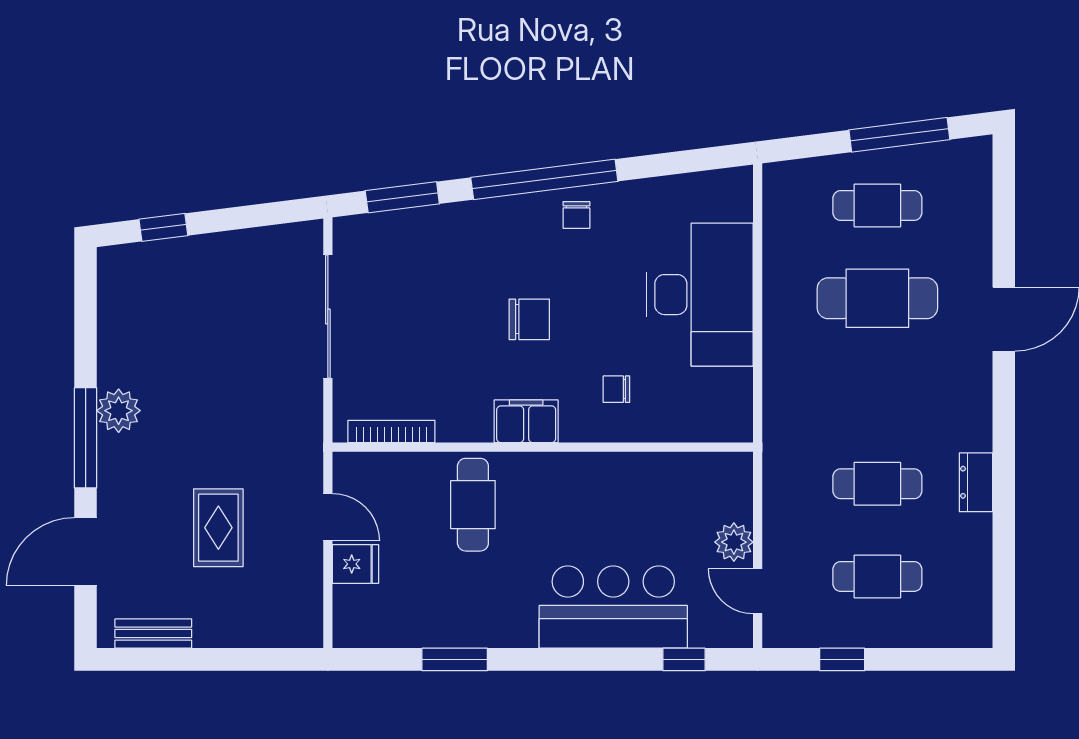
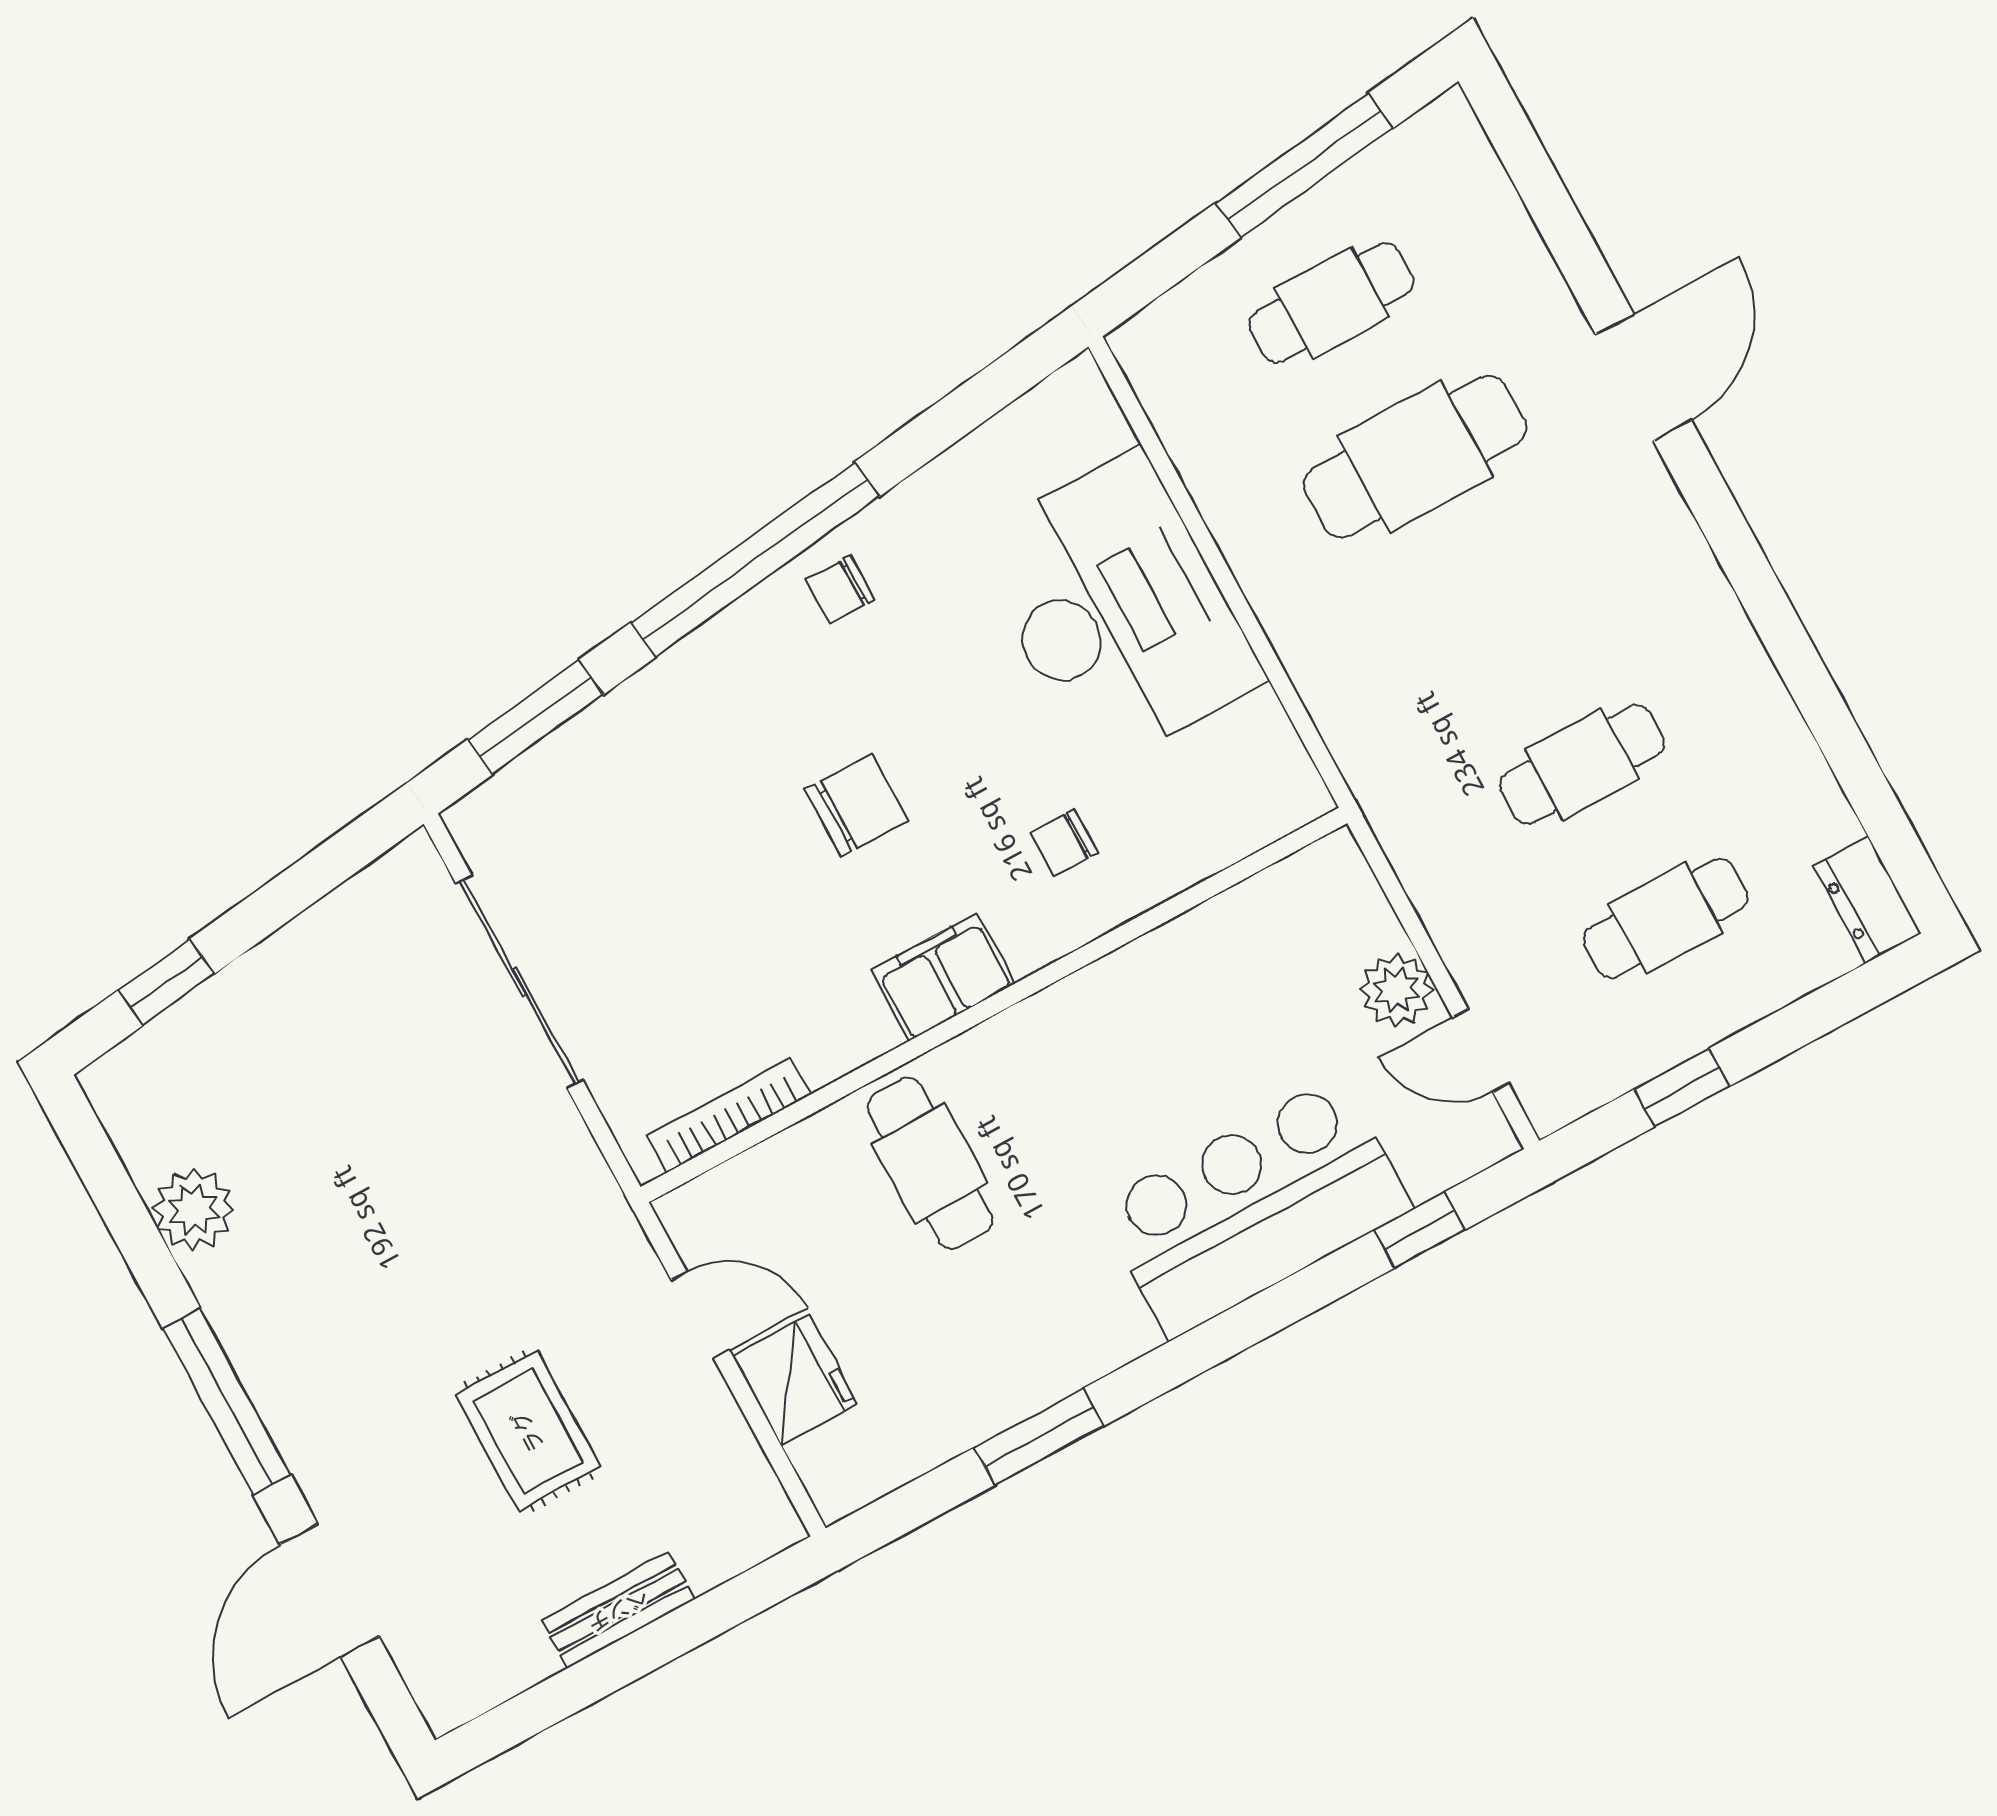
chair: (576, 215) -> (840, 589), turned 90
plant: (119, 411) -> (193, 1209), moved
dresser: (976, 482) -> (1867, 899), moved
fridge: (355, 564) -> (795, 1380), width x1.38
bench: (153, 634) -> (618, 1610), moved

